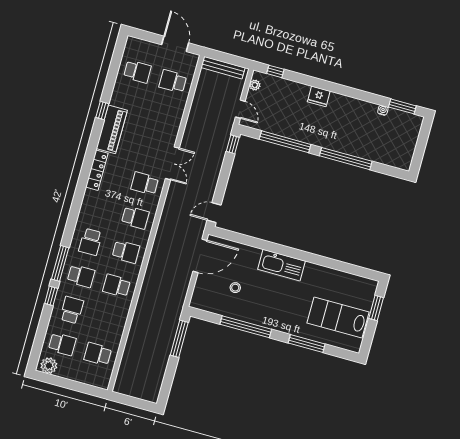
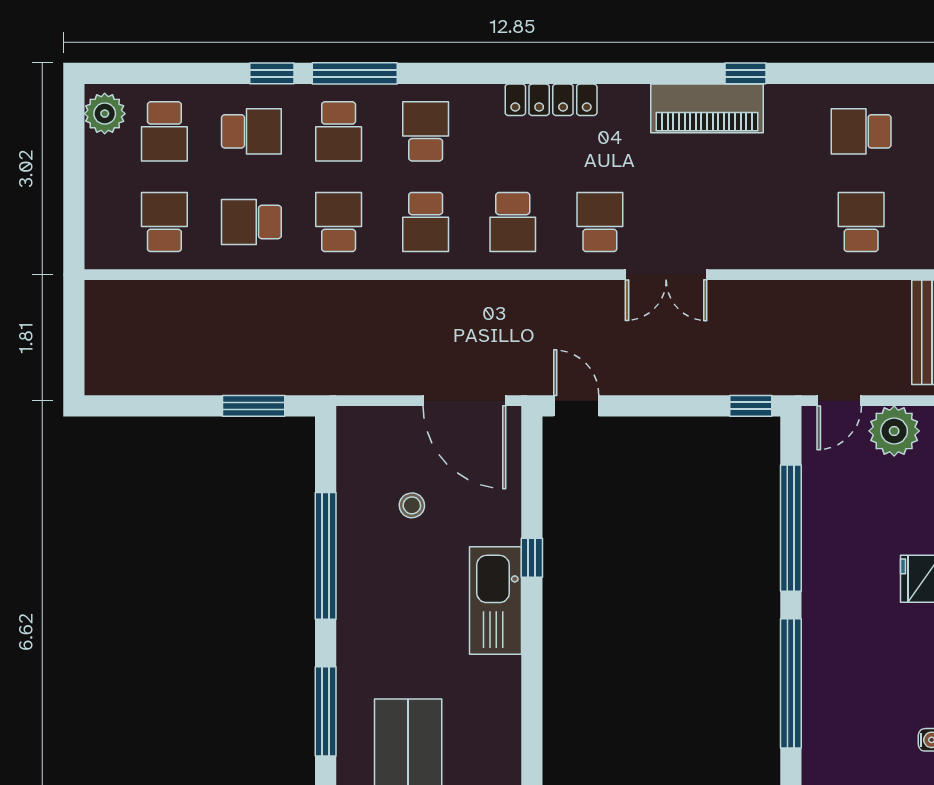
school desk: (137, 72) -> (861, 131), turned 90
plant: (255, 85) -> (894, 431), width x1.87, depth x1.87
locker: (97, 170) -> (551, 100), moved
school desk: (90, 242) -> (426, 131), turned 90
window: (269, 246) -> (532, 558), added
school desk: (107, 320) -> (251, 222), added
window: (179, 339) -> (254, 406), width x0.69

